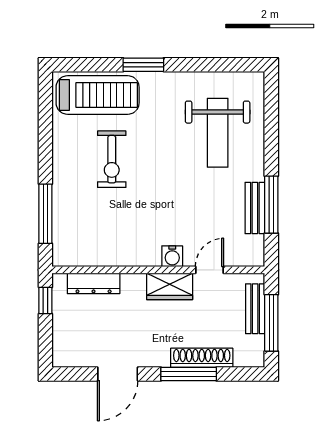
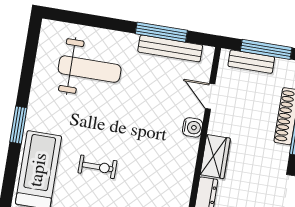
exercise bike: (112, 159) -> (98, 167), width x0.73, depth x0.72
bench: (255, 208) -> (170, 48), width x1.36
wardrobe: (170, 286) -> (215, 157), moved

